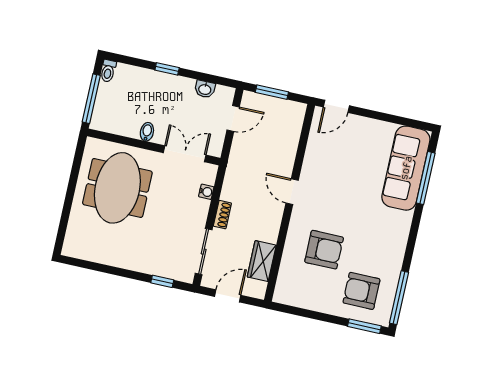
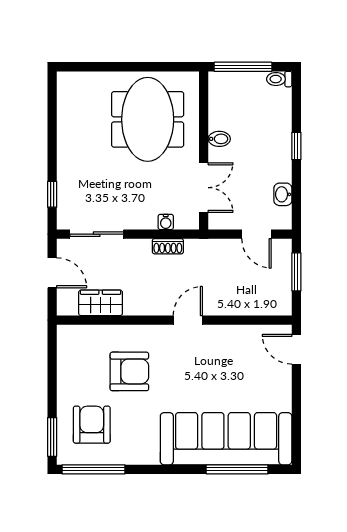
sofa: (406, 168) -> (226, 439), width x1.36, depth x1.27
meeting table: (117, 188) -> (148, 119), turned 90
shoe rack: (222, 215) -> (168, 246), moved
armchair: (324, 250) -> (129, 371), turned -90

